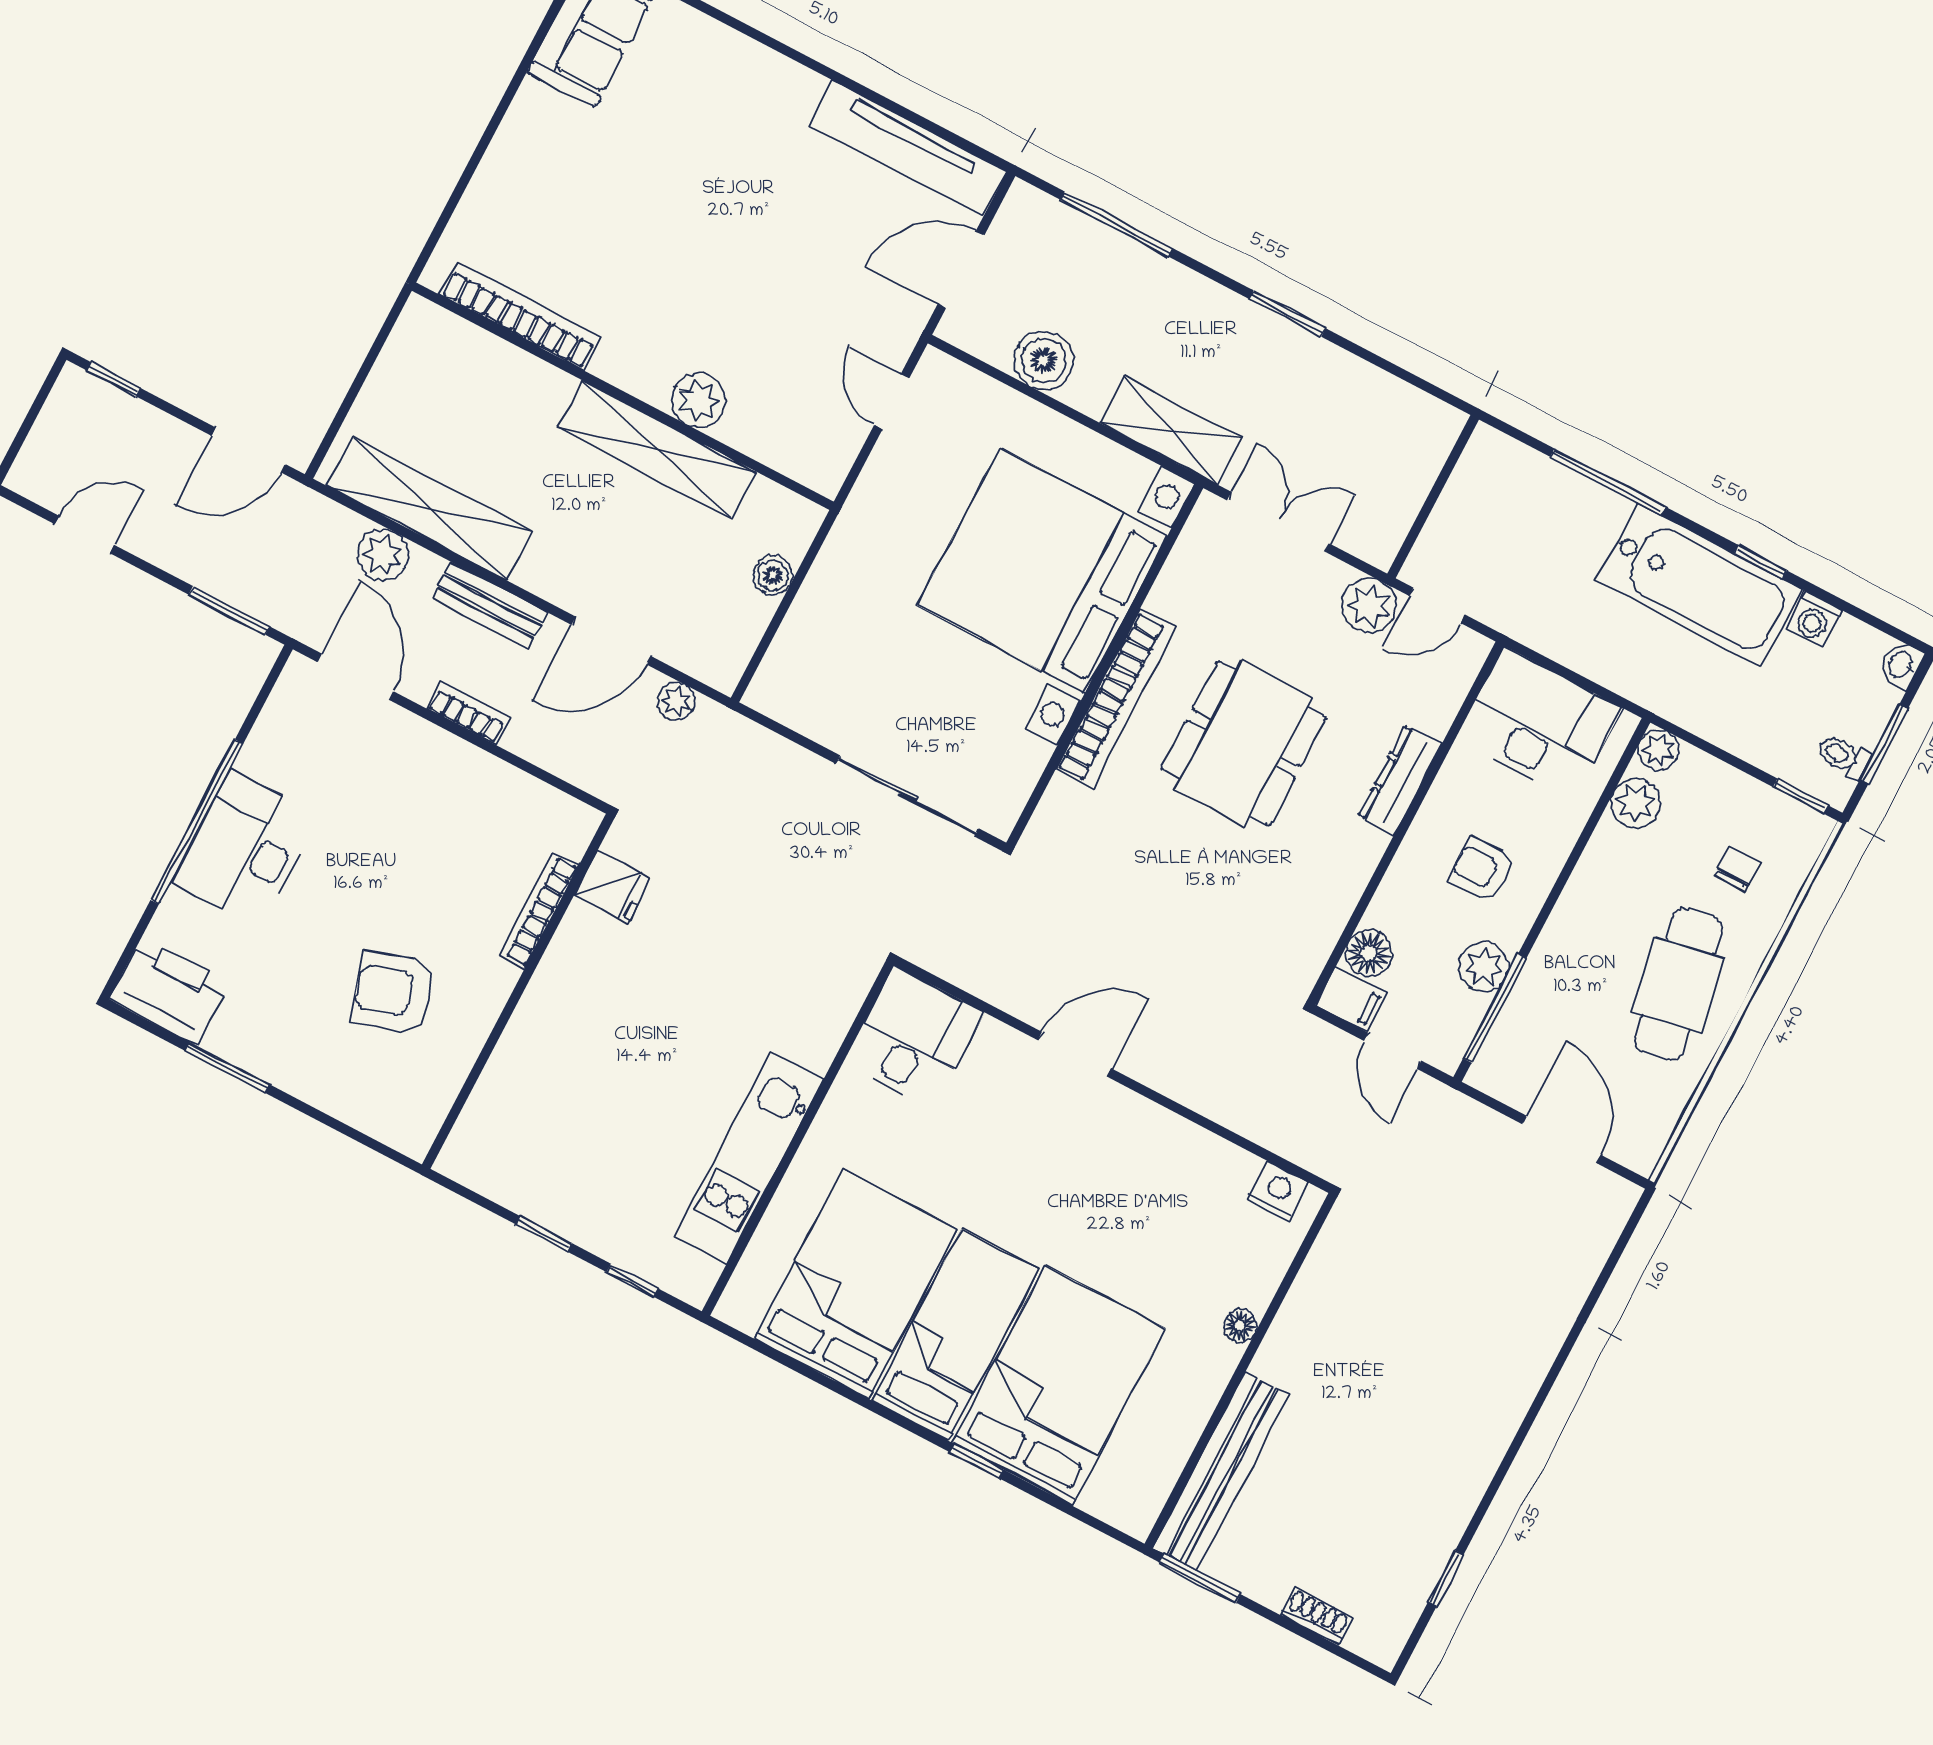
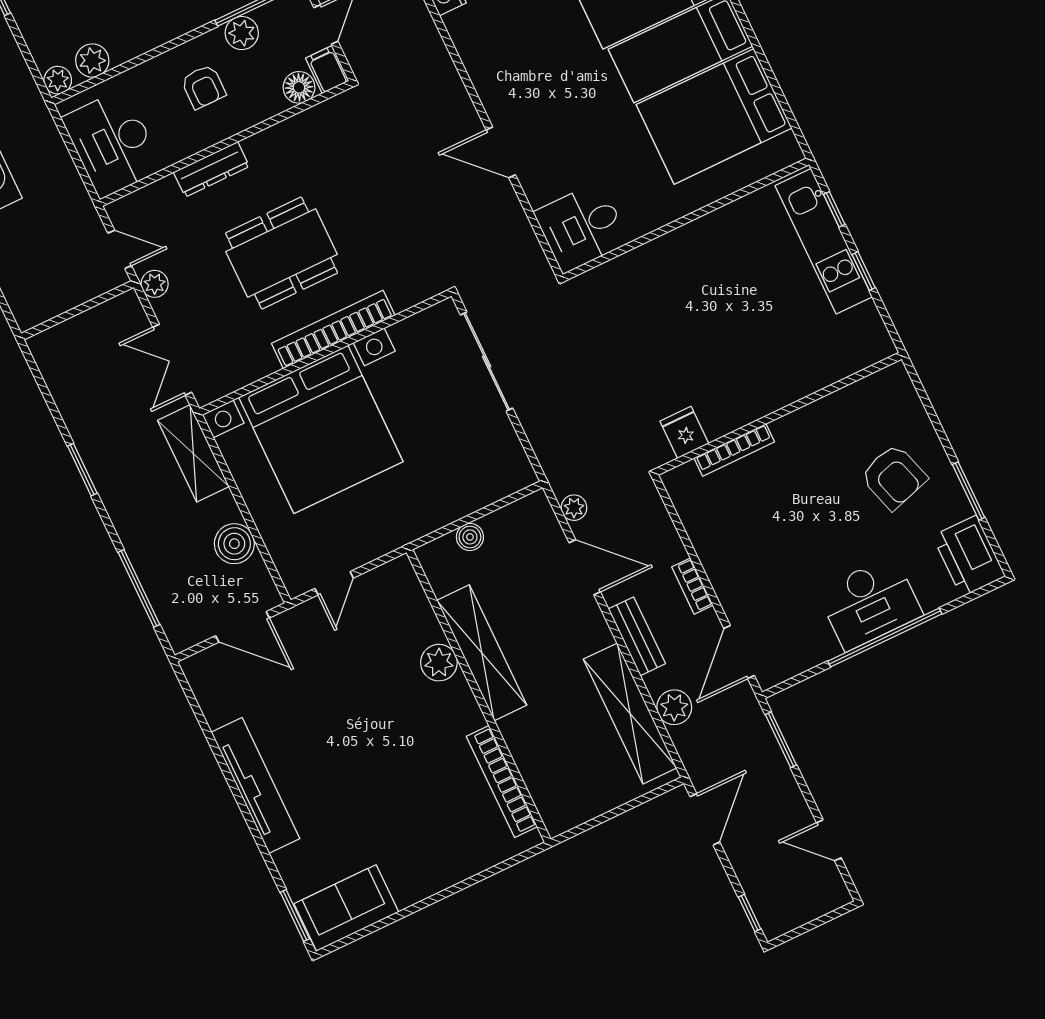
tv unit: (908, 148) -> (255, 785), moved
door: (248, 450) -> (705, 819), hinge flipped
plant: (1369, 606) -> (155, 284), width x0.73, depth x0.73
armchair: (394, 992) -> (894, 477), moved
kitchen unit: (749, 1158) -> (824, 241), moved, turned 90

